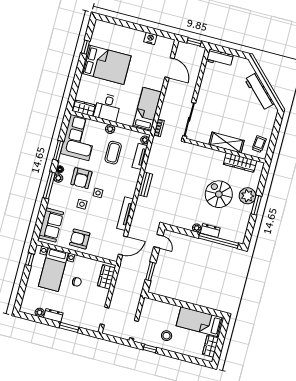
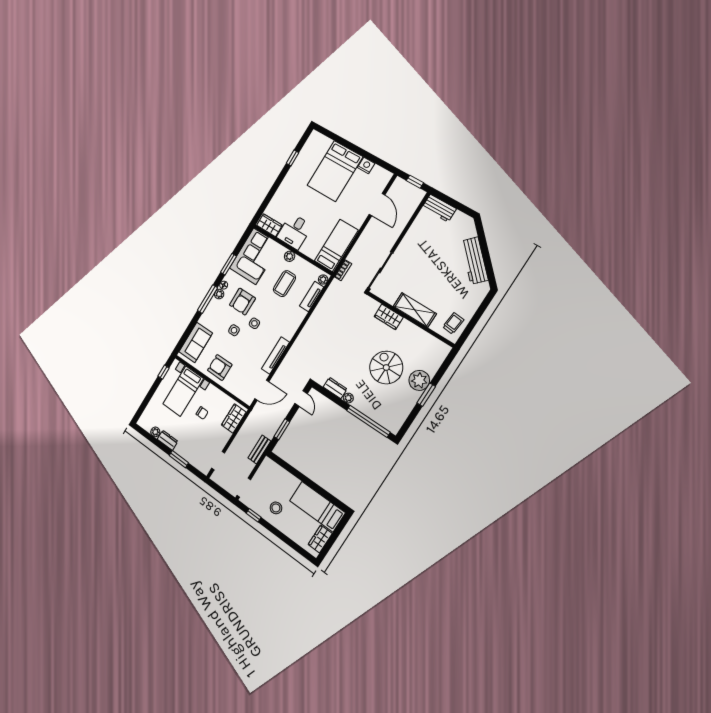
bed: (106, 65) -> (335, 171), moved, turned 90
wardrobe: (240, 163) -> (389, 317), moved, width x0.67
bench: (145, 184) -> (259, 449), moved
dresser: (210, 231) -> (335, 388), moved

